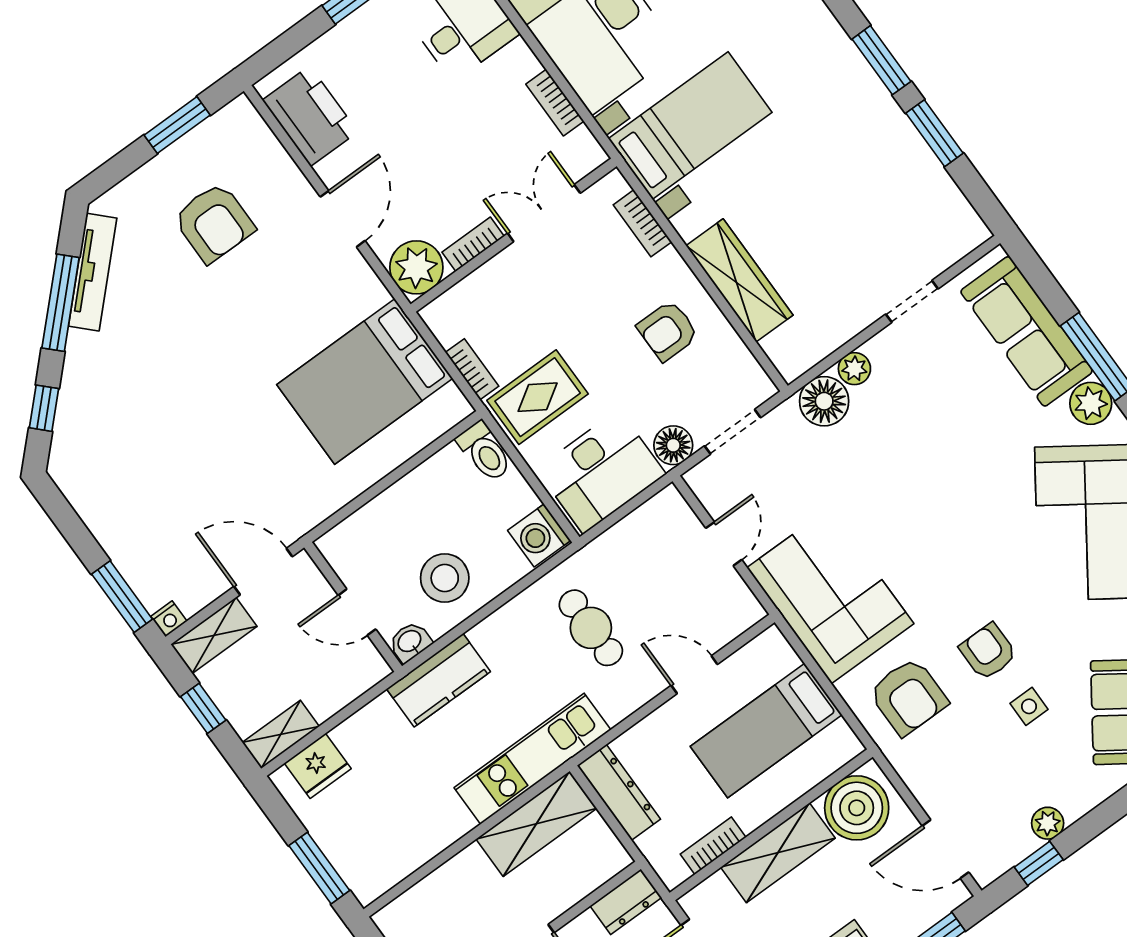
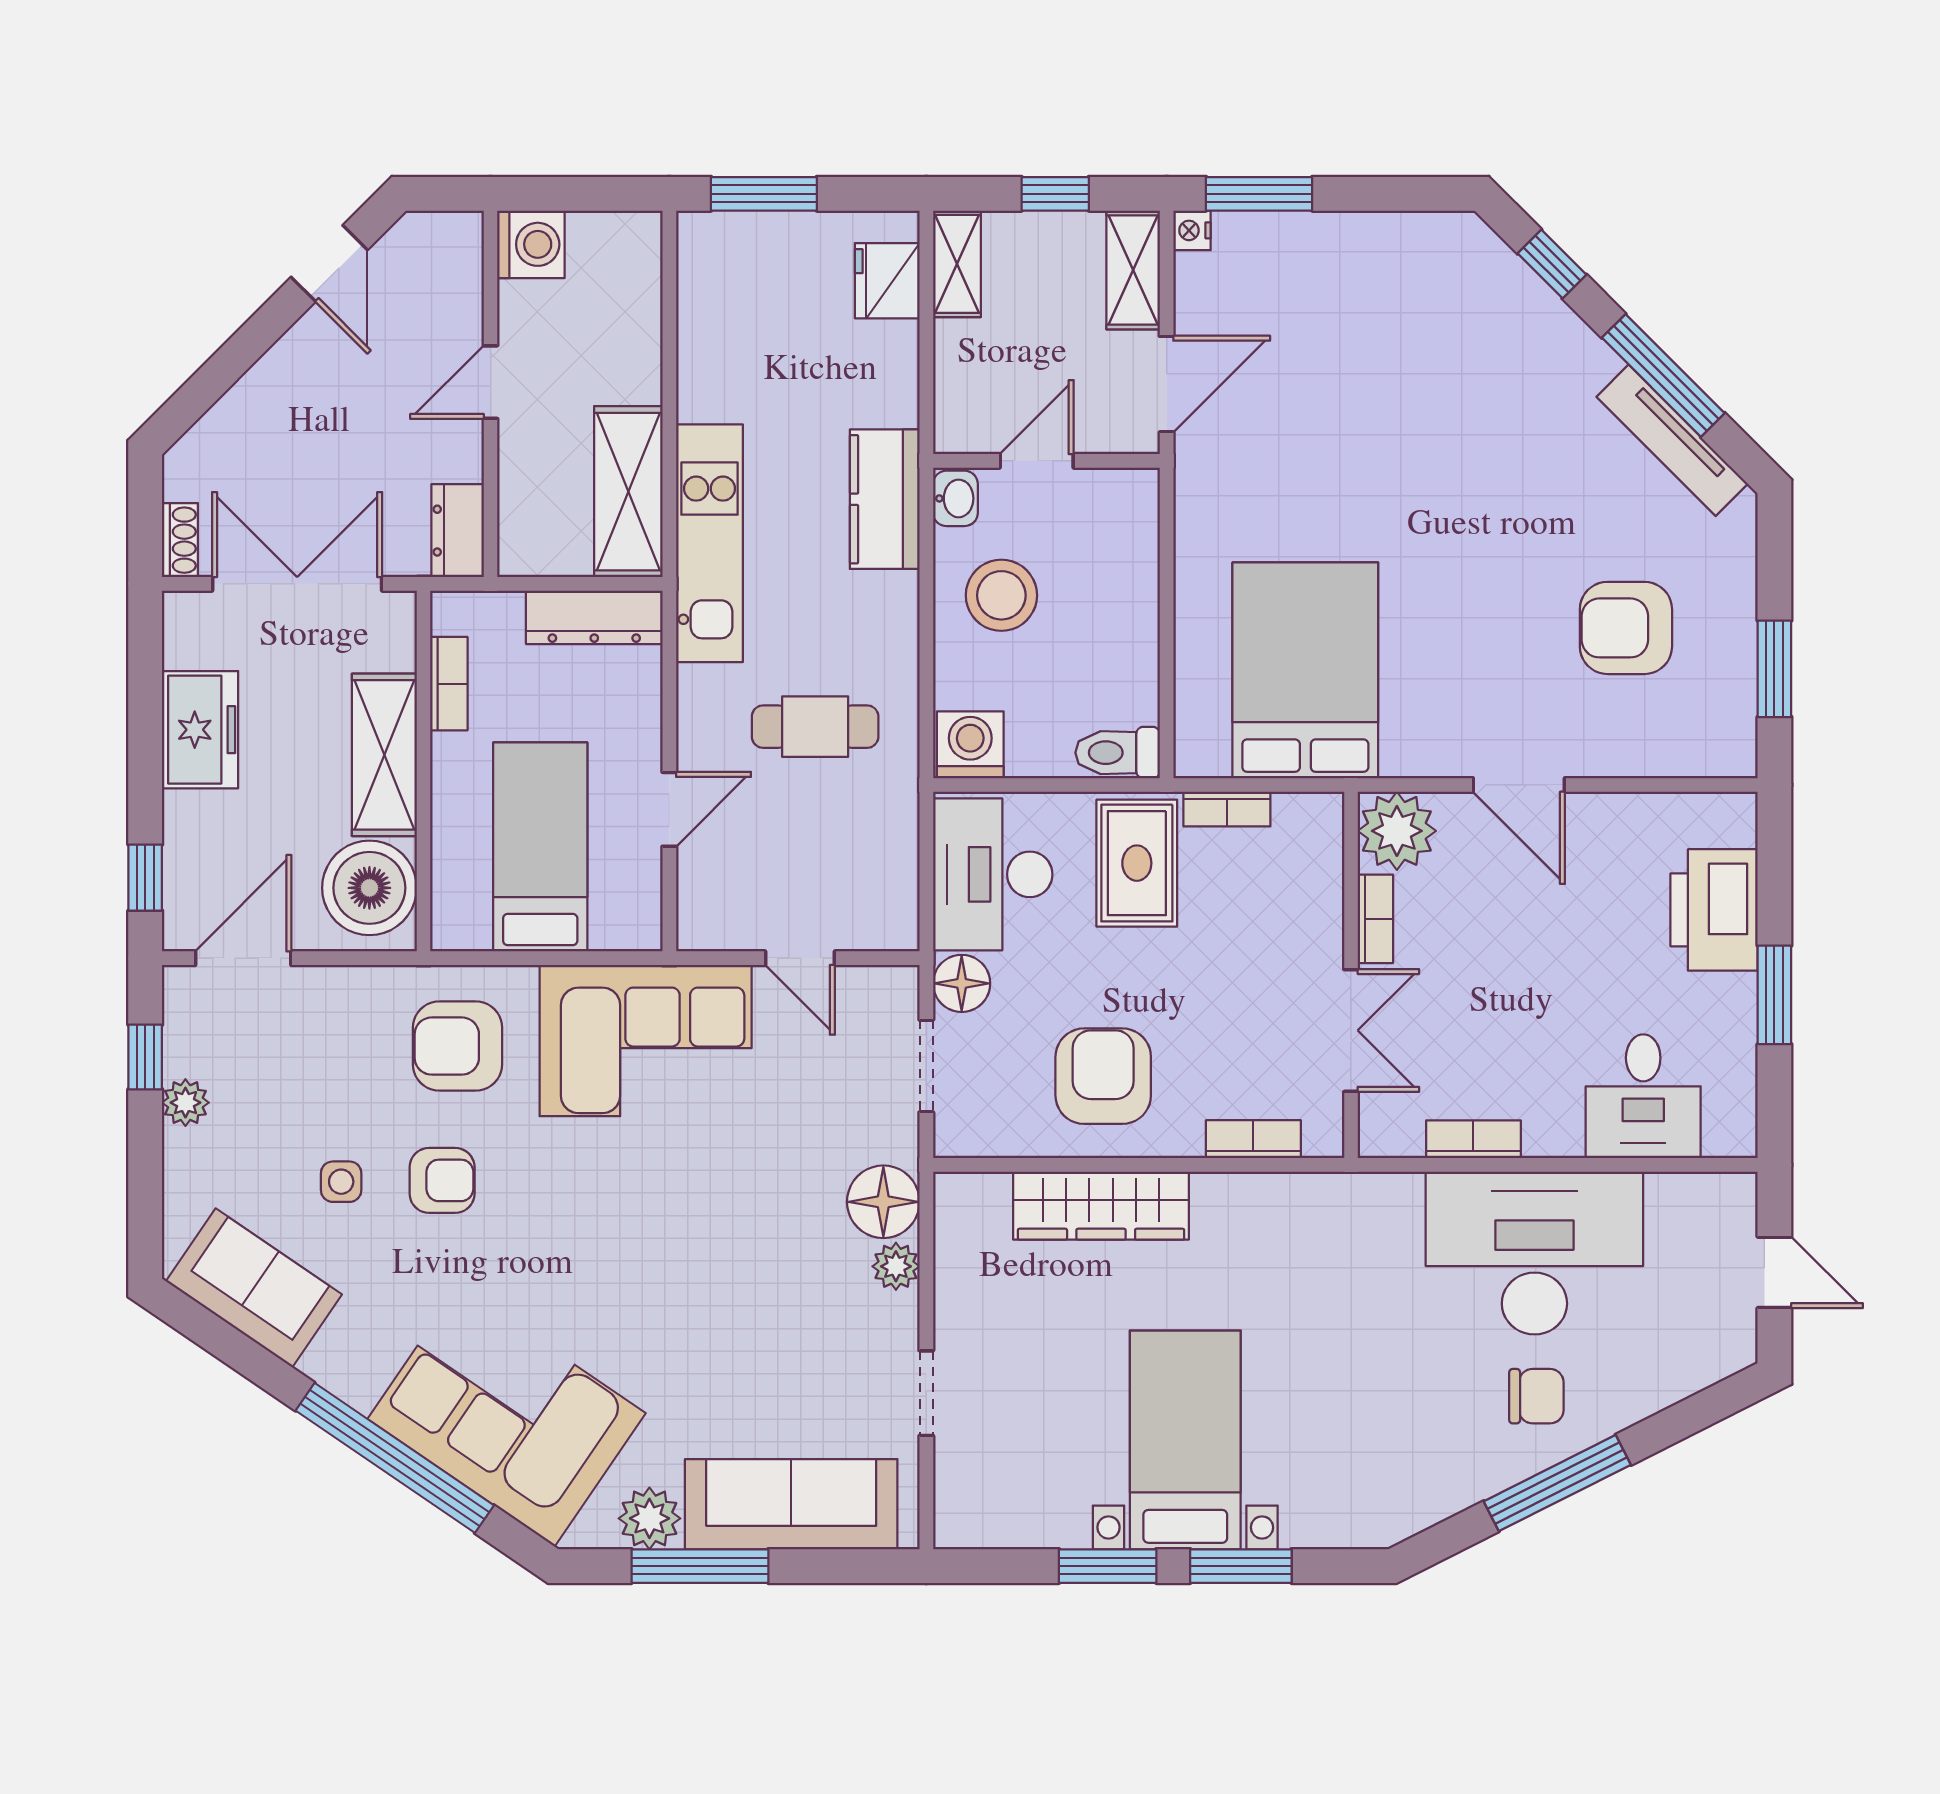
printer: (310, 116) -> (1714, 910), moved, turned 90
bed with nightstands: (690, 125) -> (1185, 1440), moved, turned 180
armchair: (668, 331) -> (1103, 1076), width x1.38, depth x1.38

